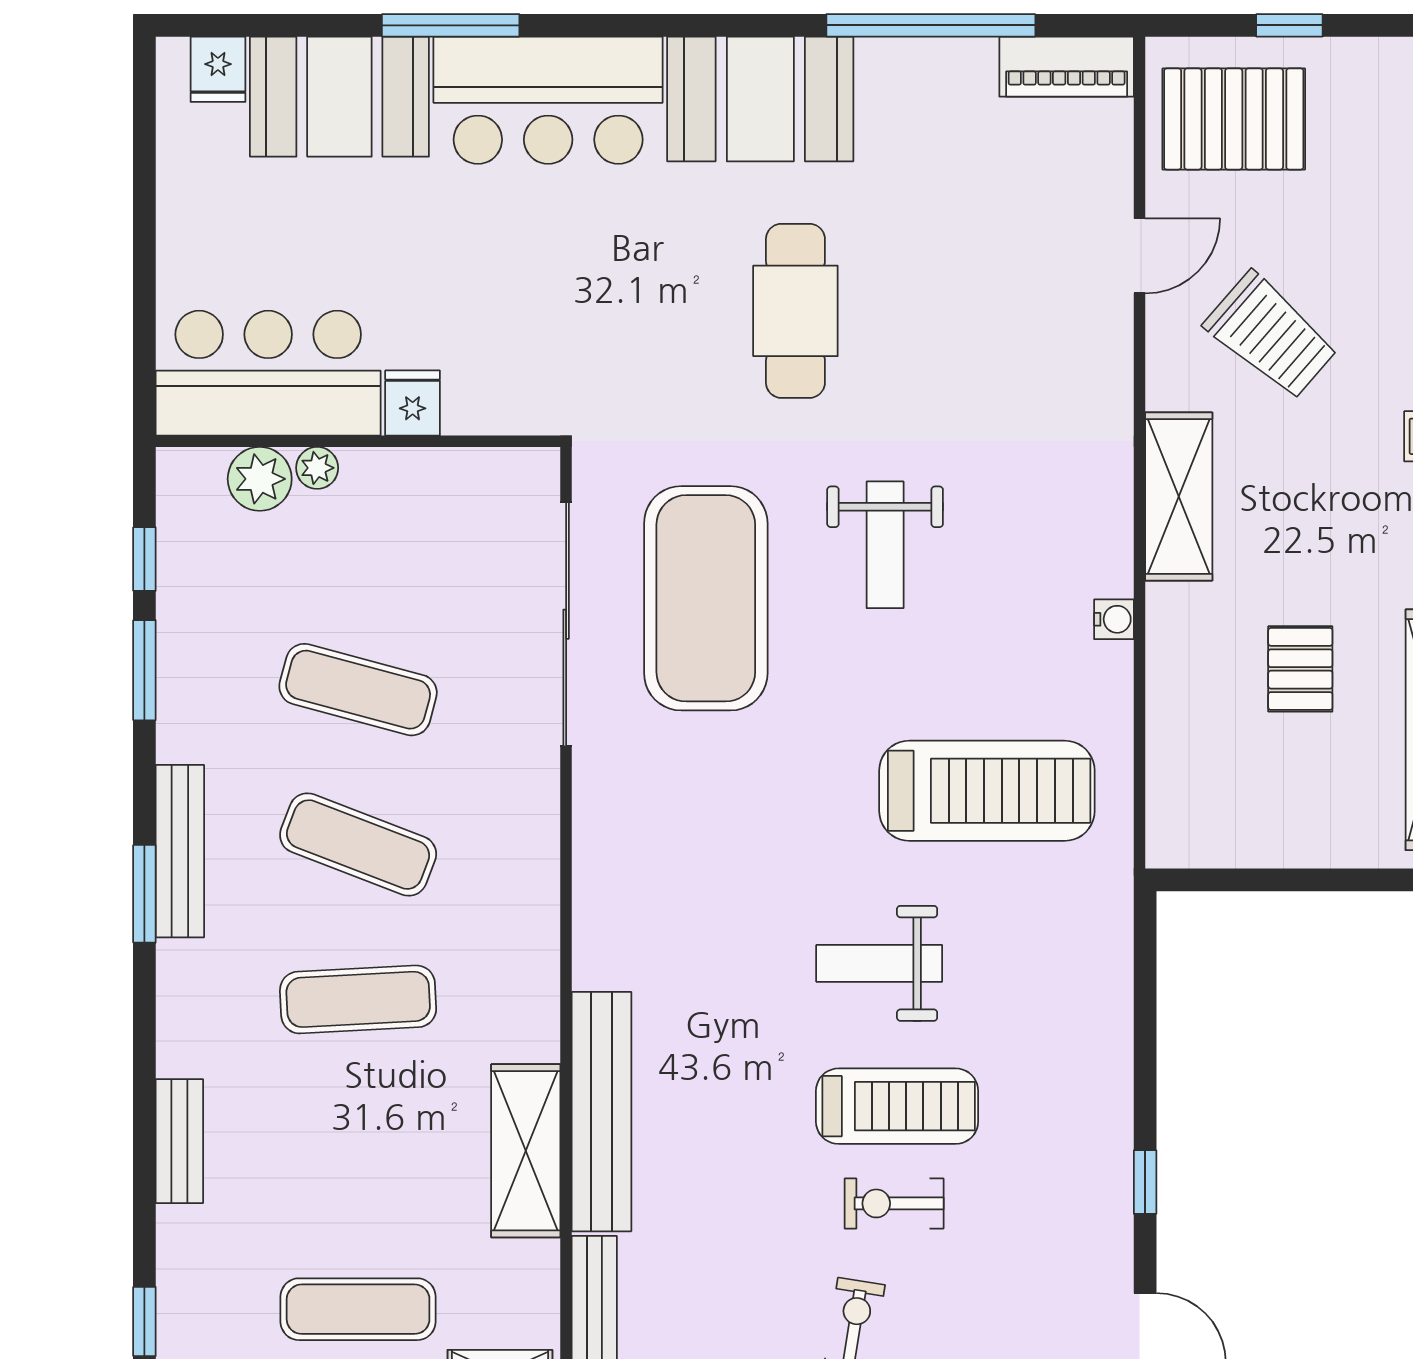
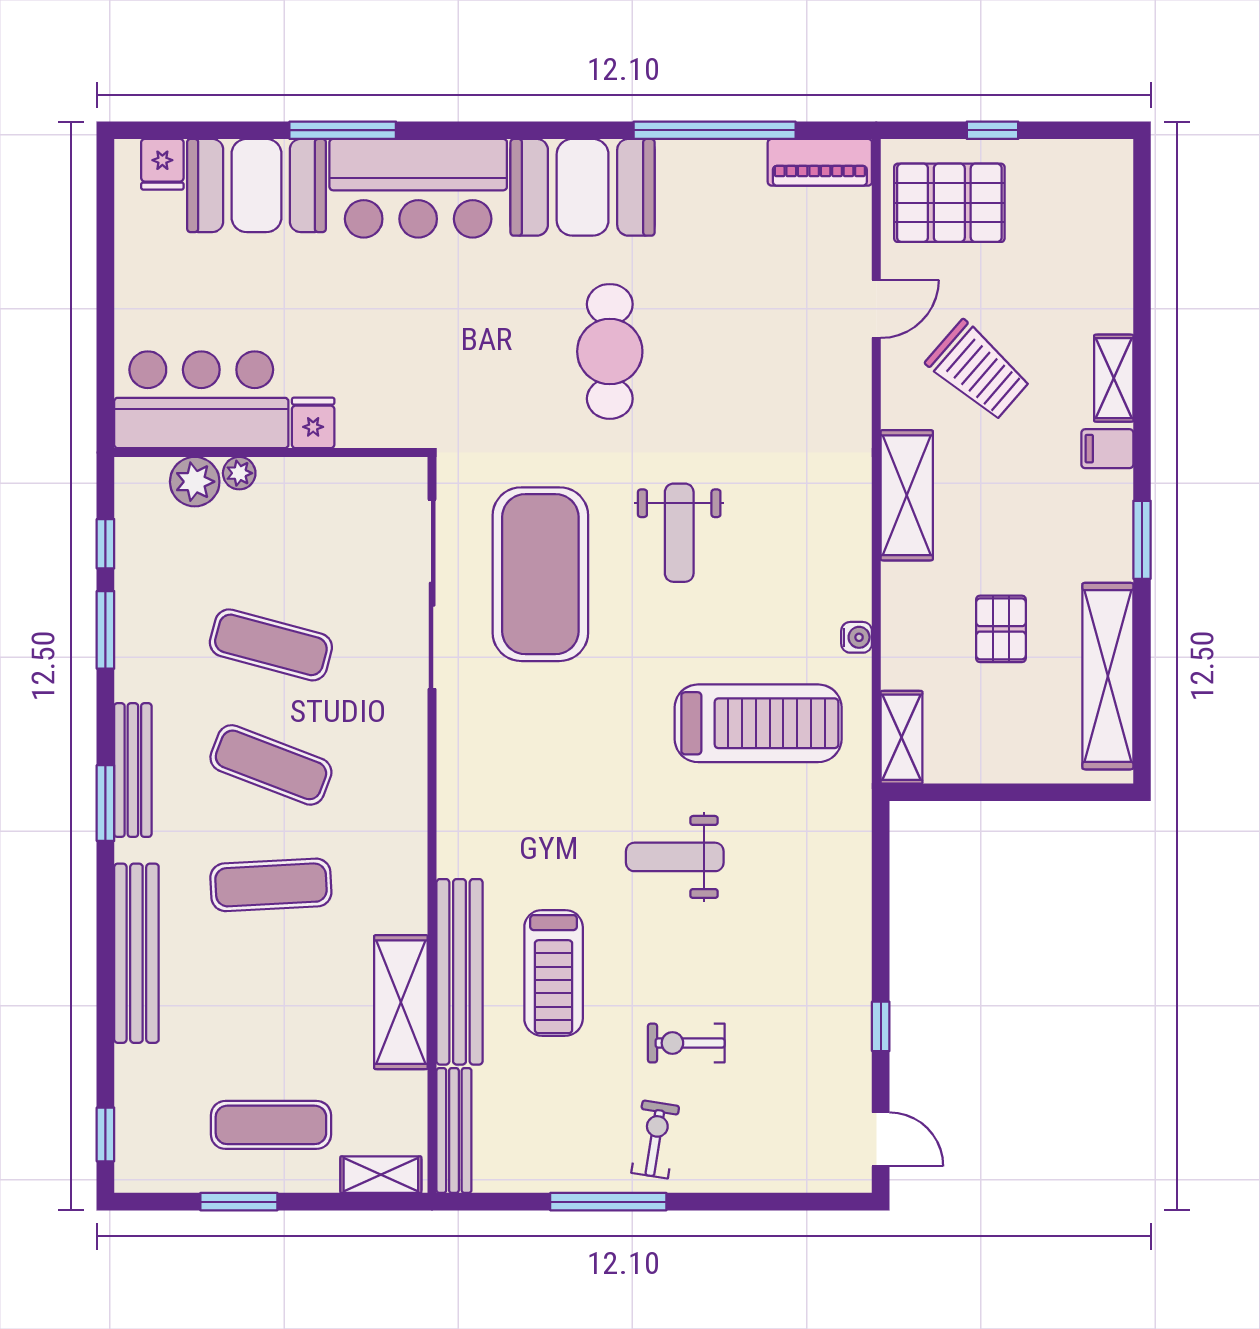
water cooler: (1114, 619) -> (857, 637), moved
shelving: (1172, 809) -> (902, 737), added
treadmill: (897, 1106) -> (554, 973), moved, turned 90
bench: (179, 1141) -> (136, 953), width x1.86, depth x1.21

